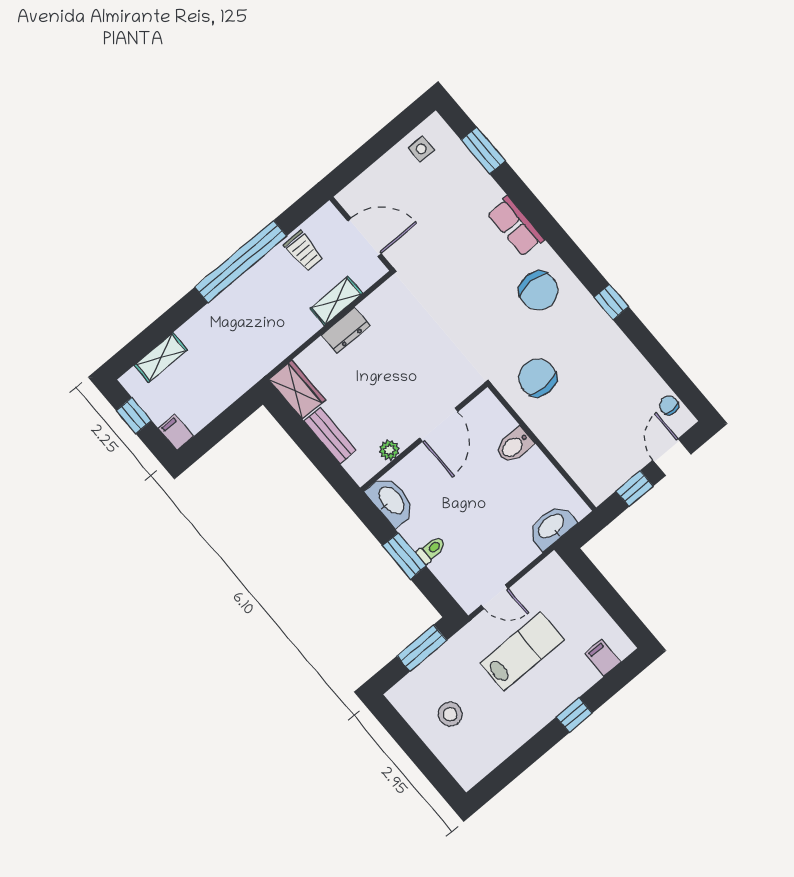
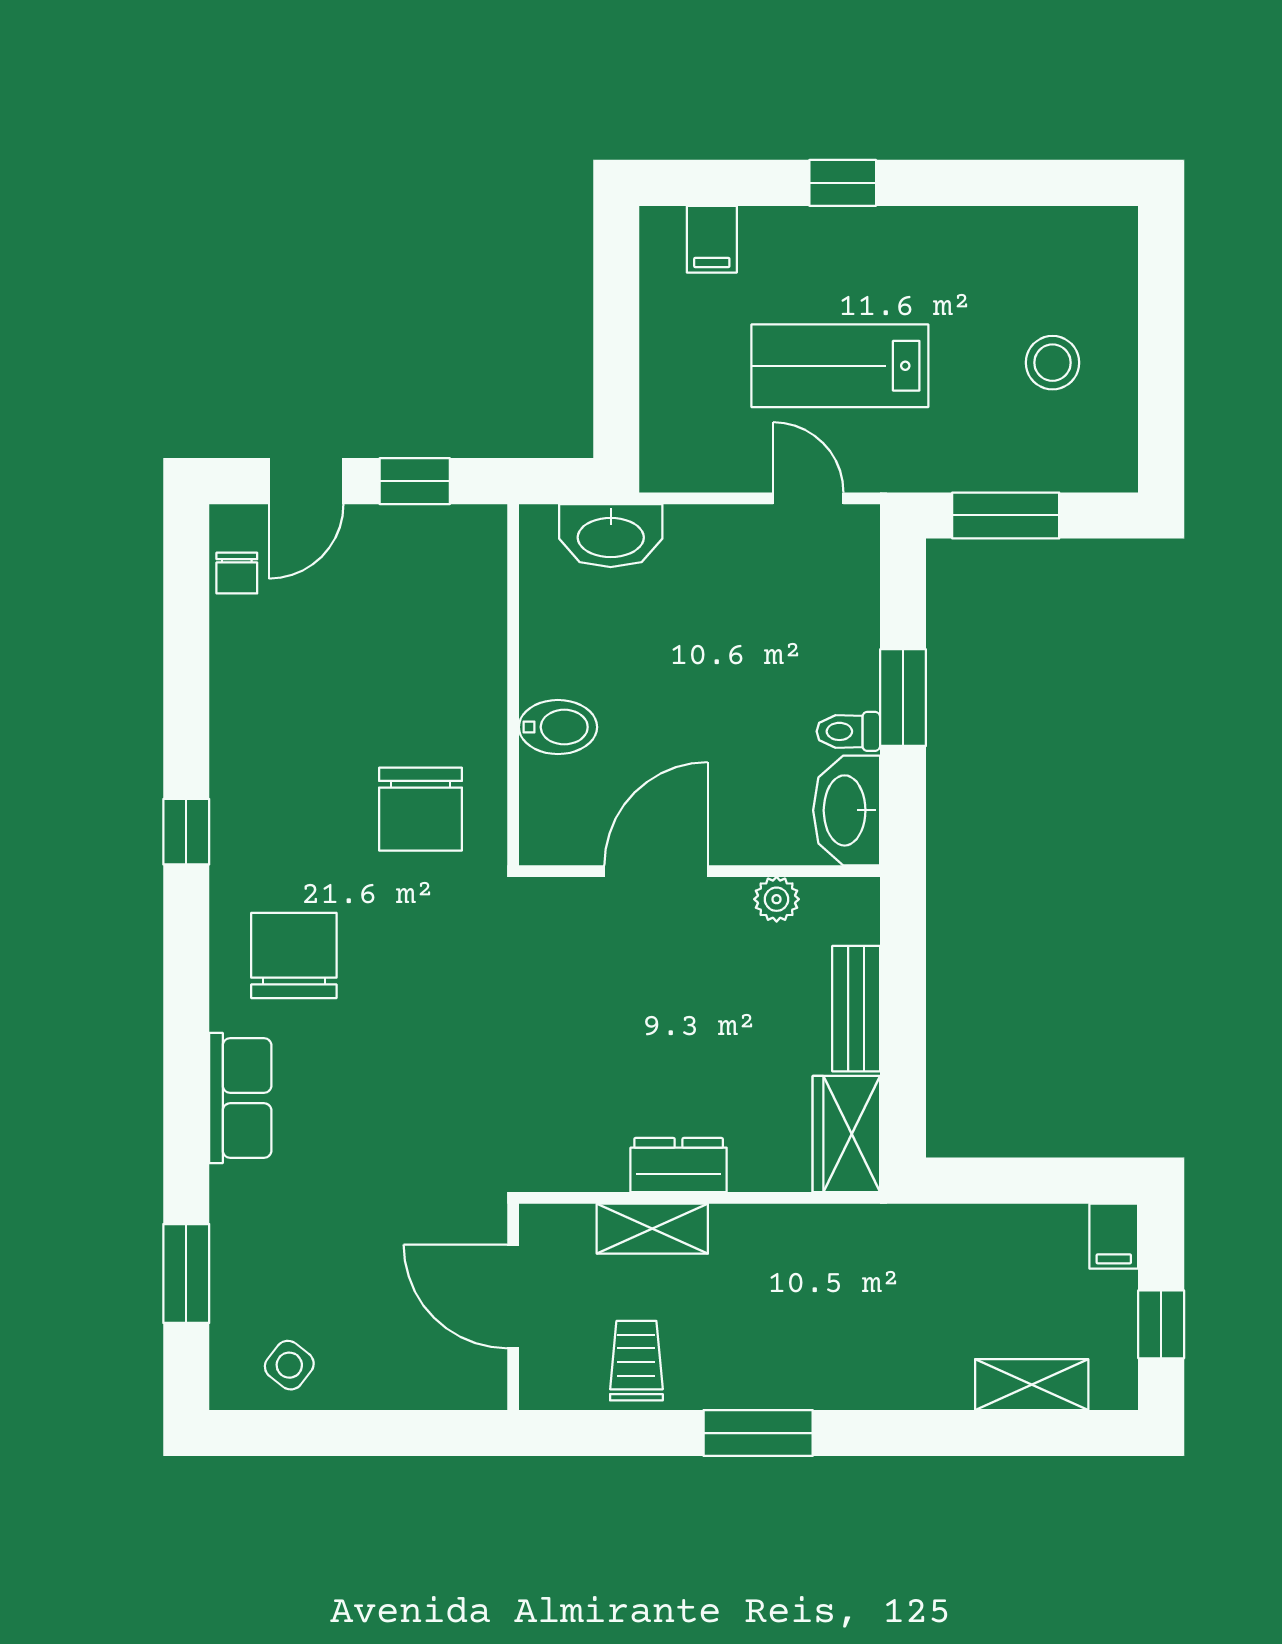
side table: (421, 149) -> (289, 1365), turned 38
window: (241, 261) -> (758, 1433), width x0.47
toilet: (431, 550) -> (848, 731), moved

